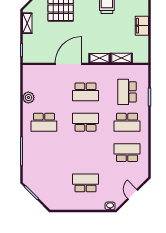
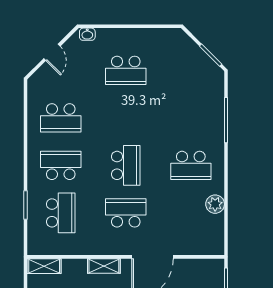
shelving: (121, 58) -> (44, 266), moved
school desk: (44, 122) -> (191, 165), turned 180
school desk: (85, 122) -> (126, 165), turned -90

